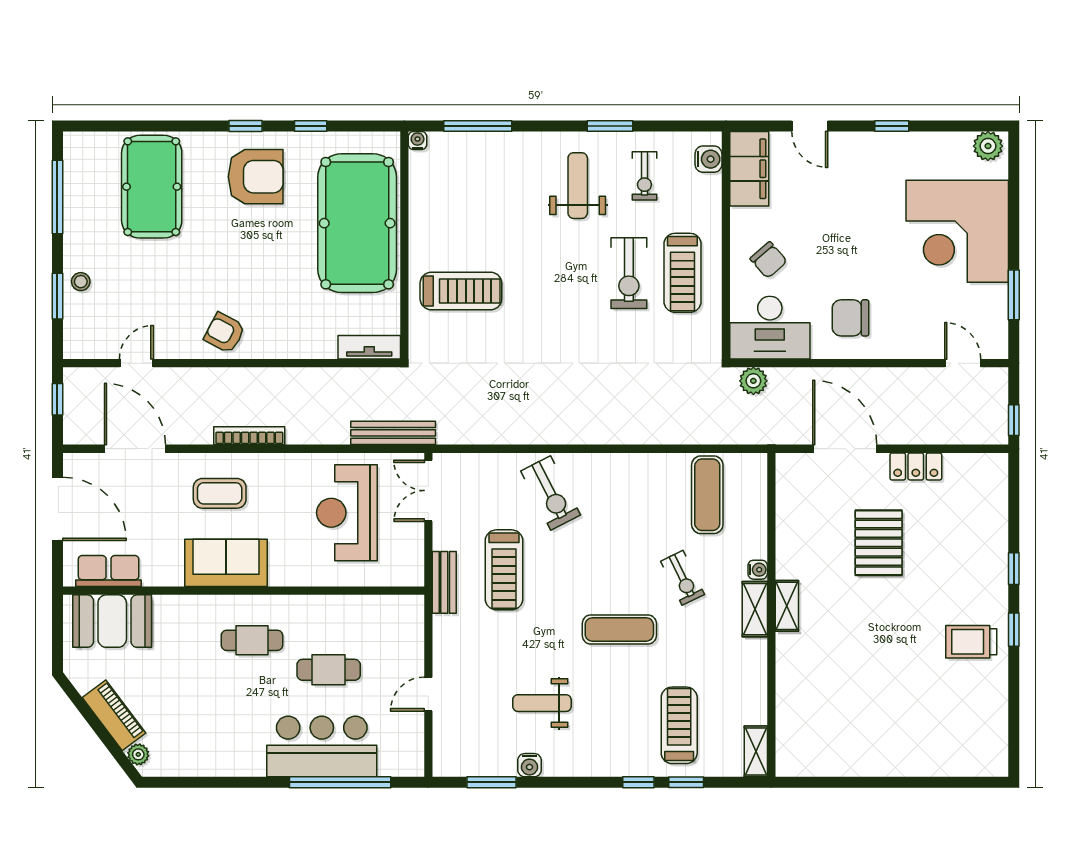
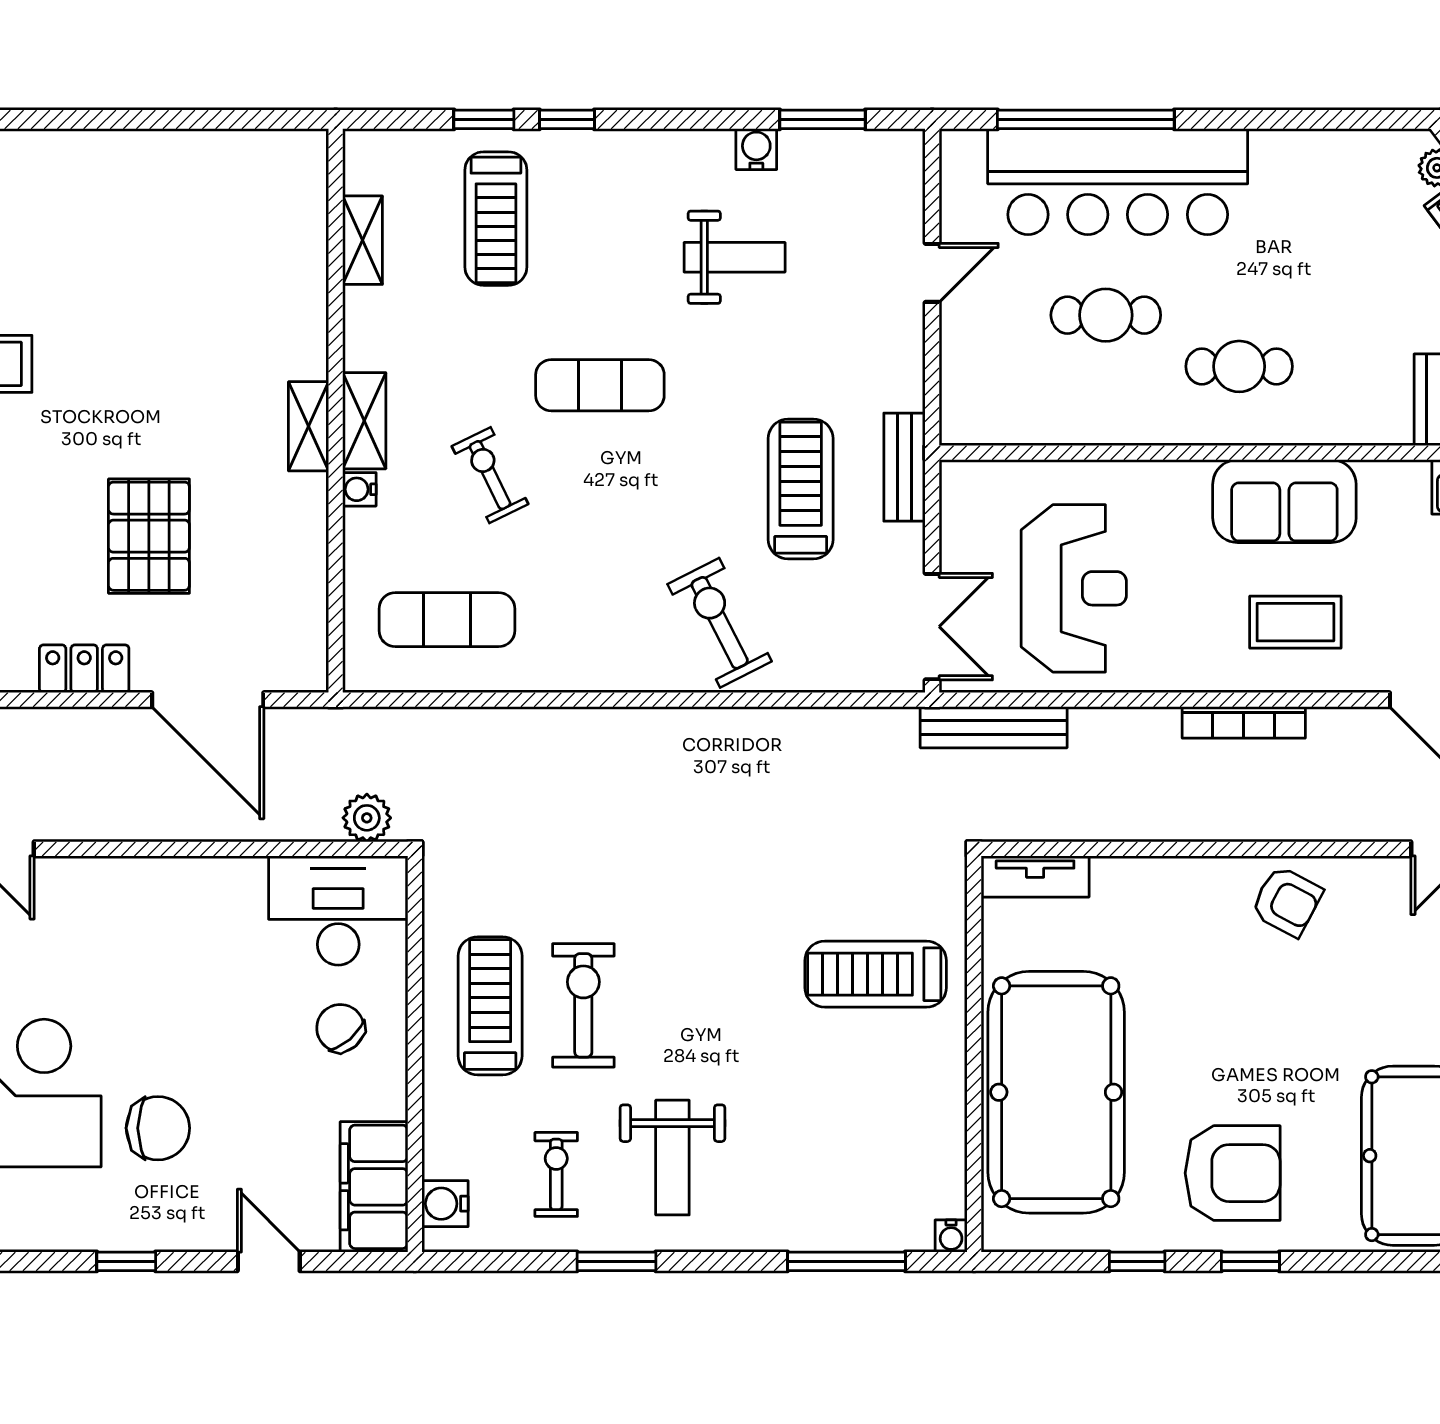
armchair: (256, 177) -> (1233, 1173), turned 180
chair: (850, 318) -> (158, 1128), moved
exercise mat: (707, 495) -> (447, 620), turned 90
bar counter: (322, 746) -> (1118, 182), width x1.36
shelving: (756, 751) -> (362, 240), moved

